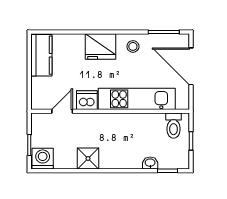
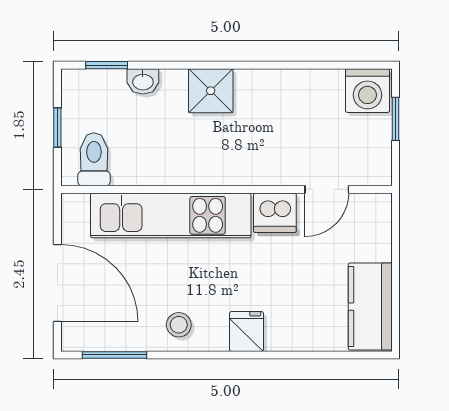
fridge: (101, 47) -> (246, 331), width x0.53, depth x0.75
shower: (88, 158) -> (211, 91), moved

